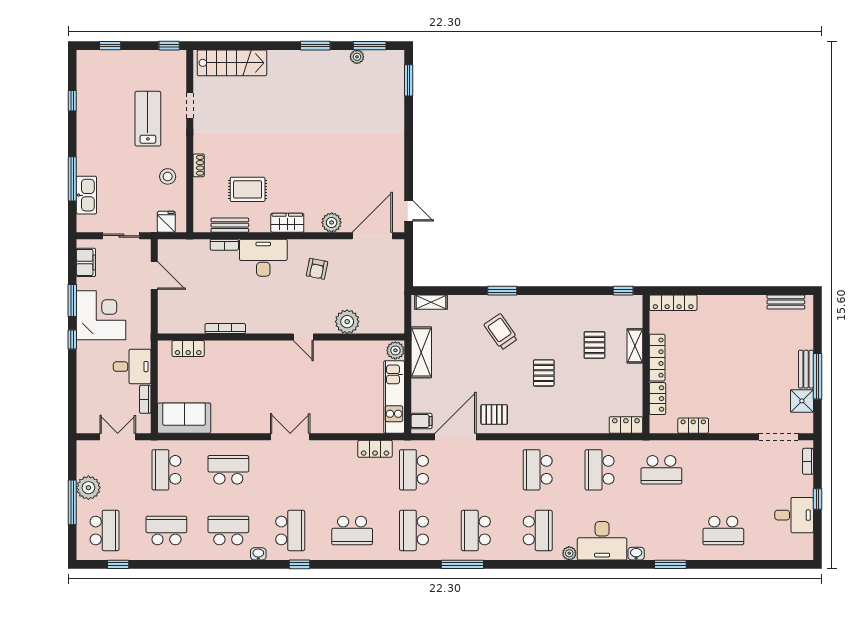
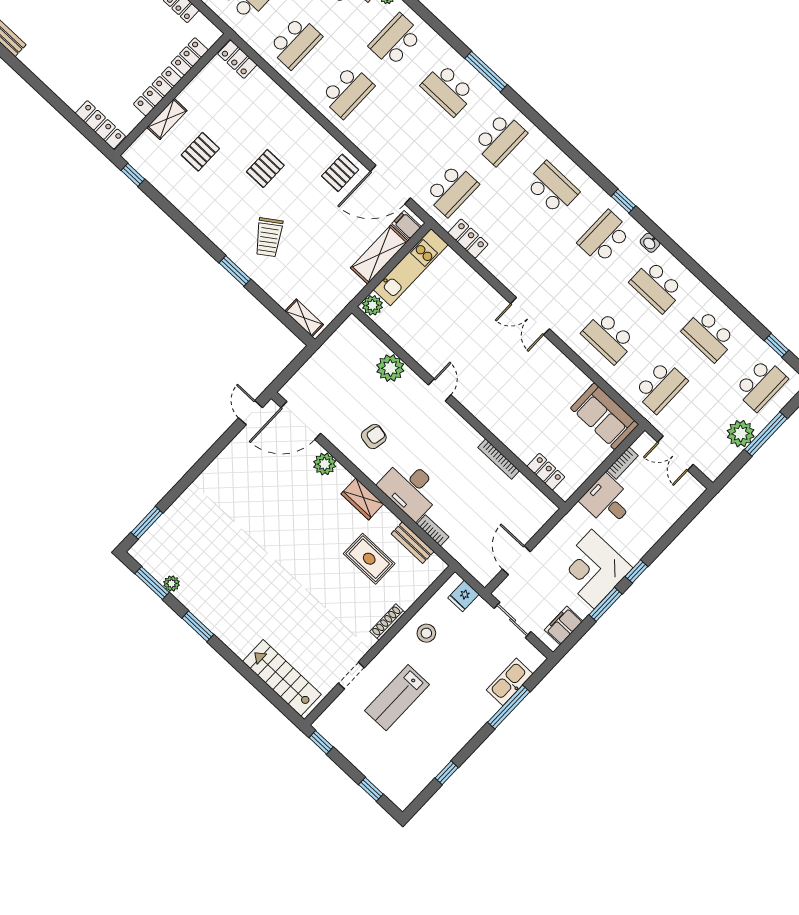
shoe rack: (199, 165) -> (387, 622), width x1.43
shelving: (421, 352) -> (379, 255), moved
pallet: (494, 414) -> (340, 173), turned 90
school desk: (105, 530) -> (761, 385), turned 180
school desk: (476, 530) -> (448, 90), turned 90

